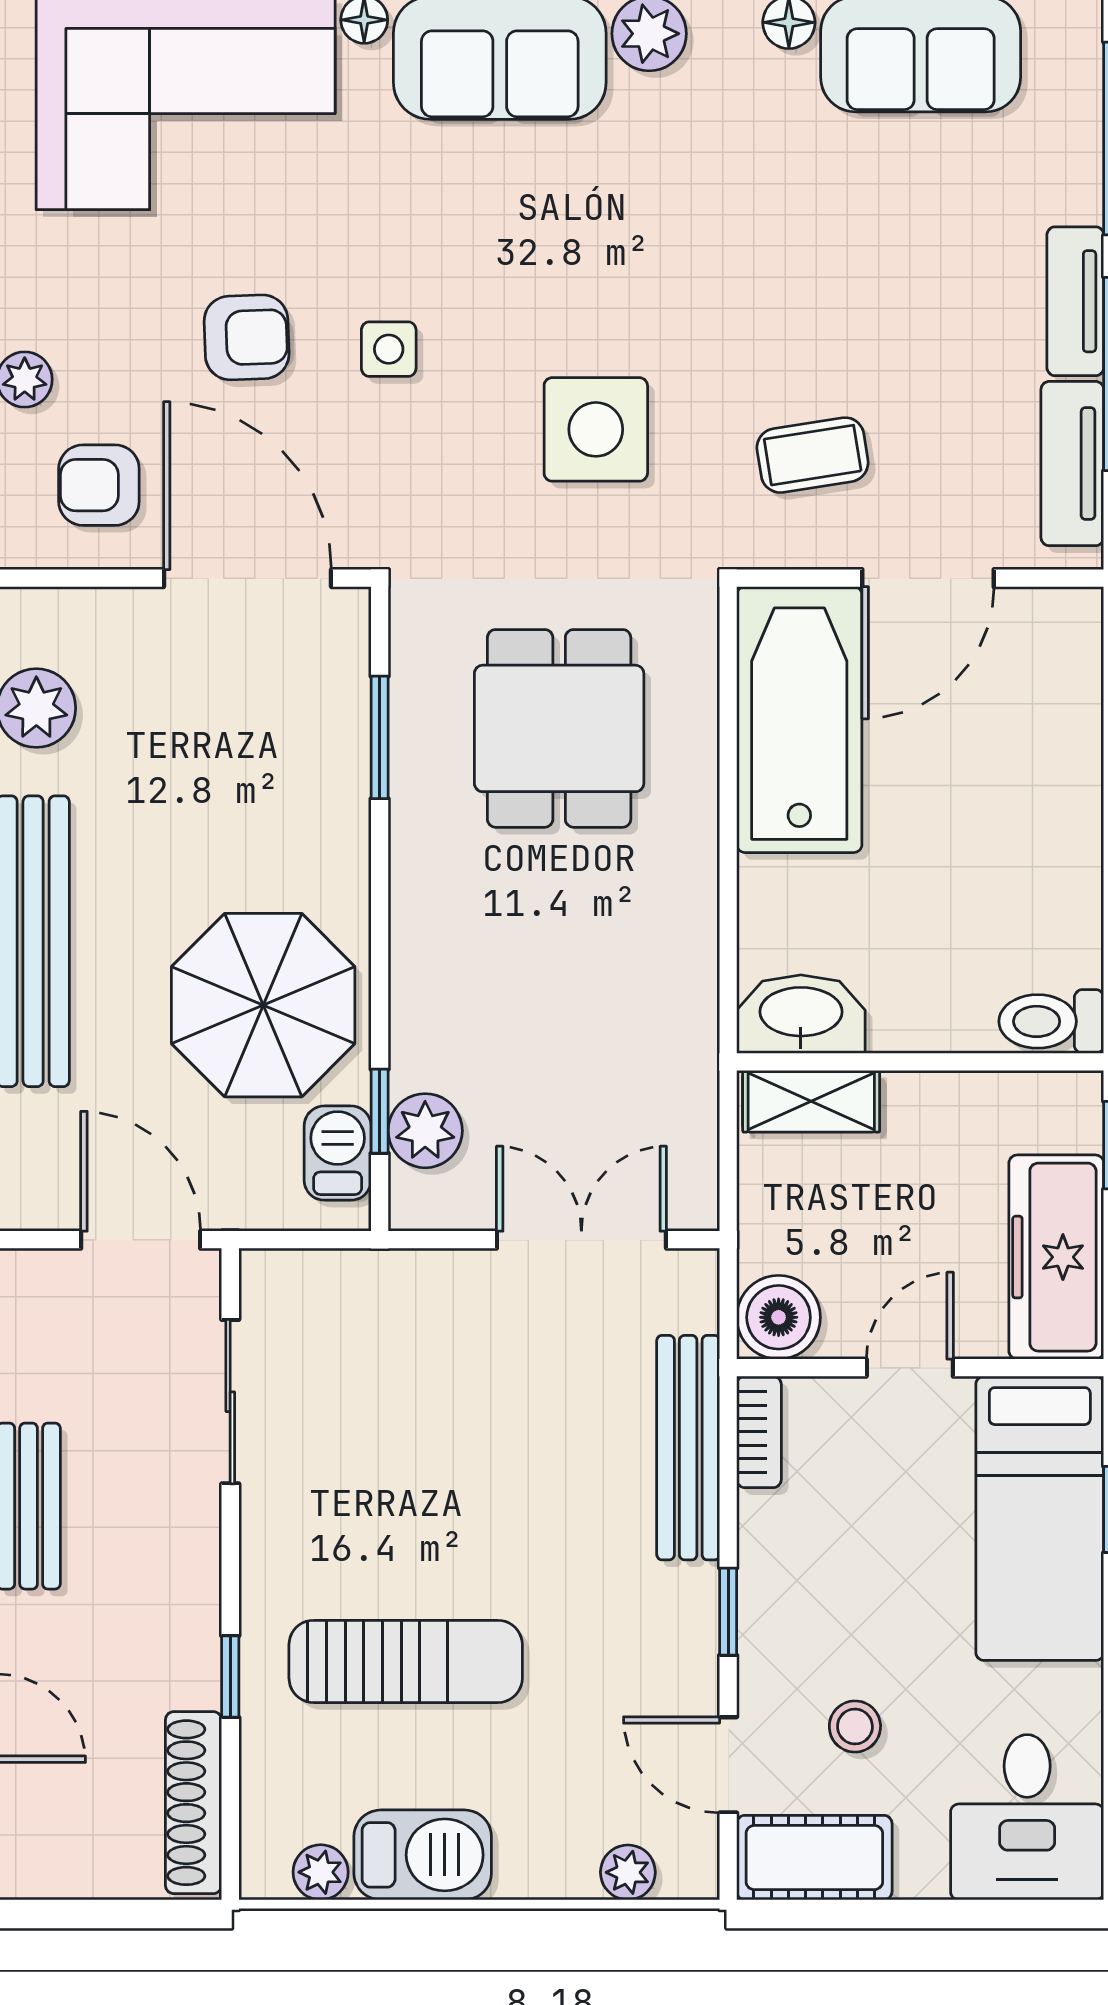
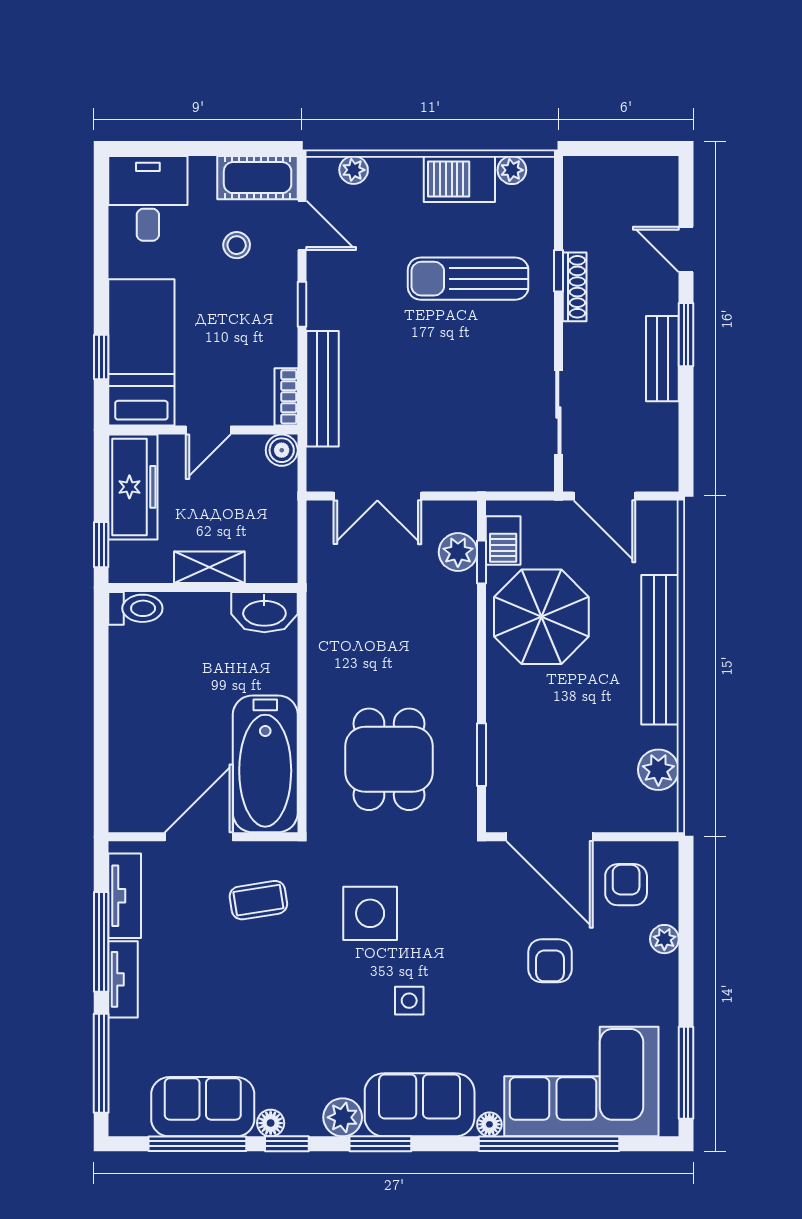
armchair: (247, 337) -> (550, 961), turned -88
side table: (389, 349) -> (409, 1001), moved
armchair: (99, 485) -> (626, 885), turned -90
shelving: (811, 1101) -> (209, 567), moved
boiler: (779, 1317) -> (282, 450), width x0.73, depth x0.73
shoe rack: (194, 1803) -> (575, 287), moved, width x0.74, depth x0.81

